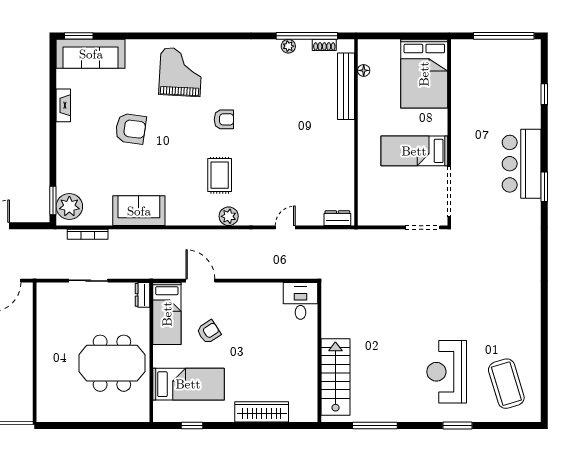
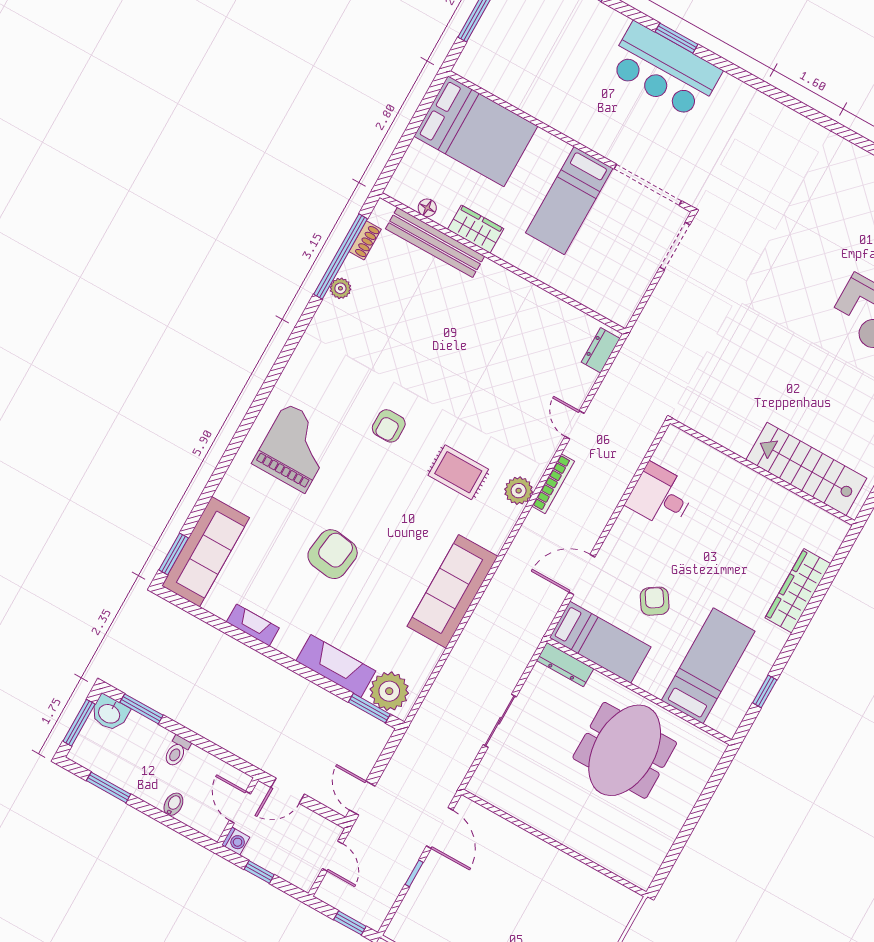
grand piano: (181, 72) -> (295, 448), turned 87
wardrobe: (367, 106) -> (476, 229), added
armchair: (224, 119) -> (389, 426), turned 180
fireplace: (67, 167) -> (336, 666), added
window: (544, 187) -> (676, 38), moved
sofa: (139, 211) -> (452, 591), width x1.36
bookcase: (88, 234) -> (553, 484), moved
dresser: (142, 295) -> (565, 665), width x1.44
desk: (300, 301) -> (661, 496), moved

